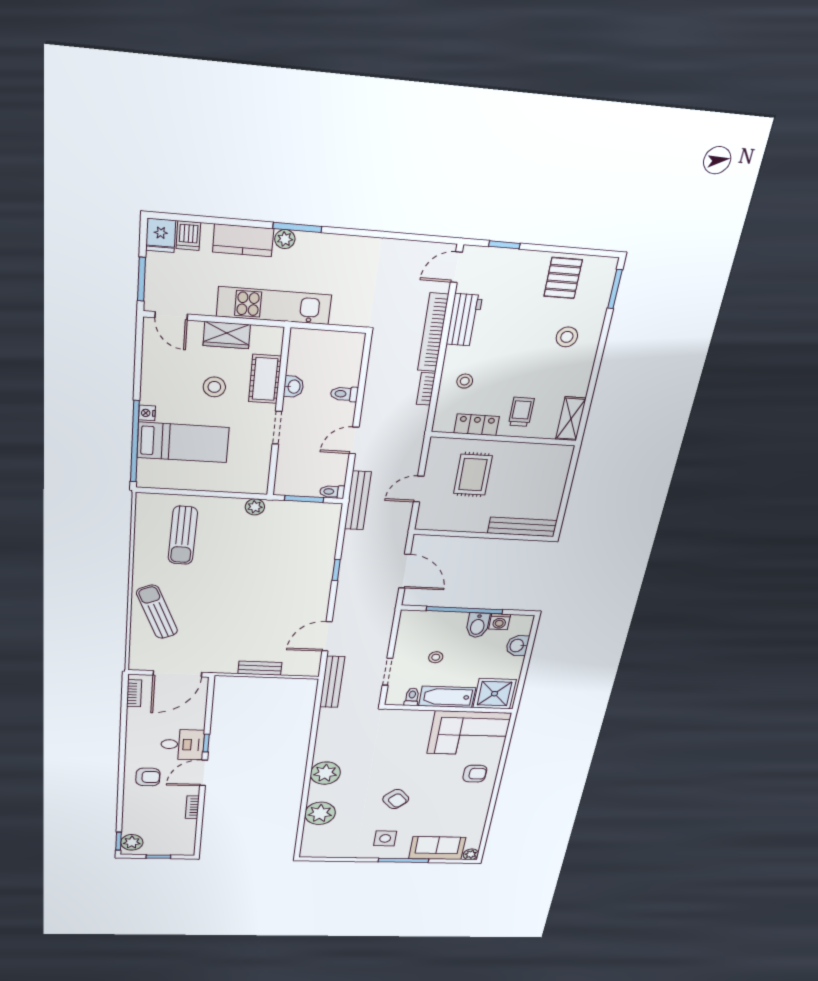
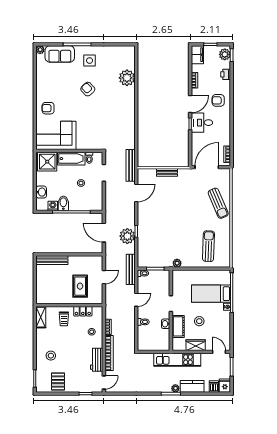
plant: (325, 773) -> (127, 236), moved
printer: (131, 814) -> (226, 74), added
filing cabinet: (184, 843) -> (197, 55), added

